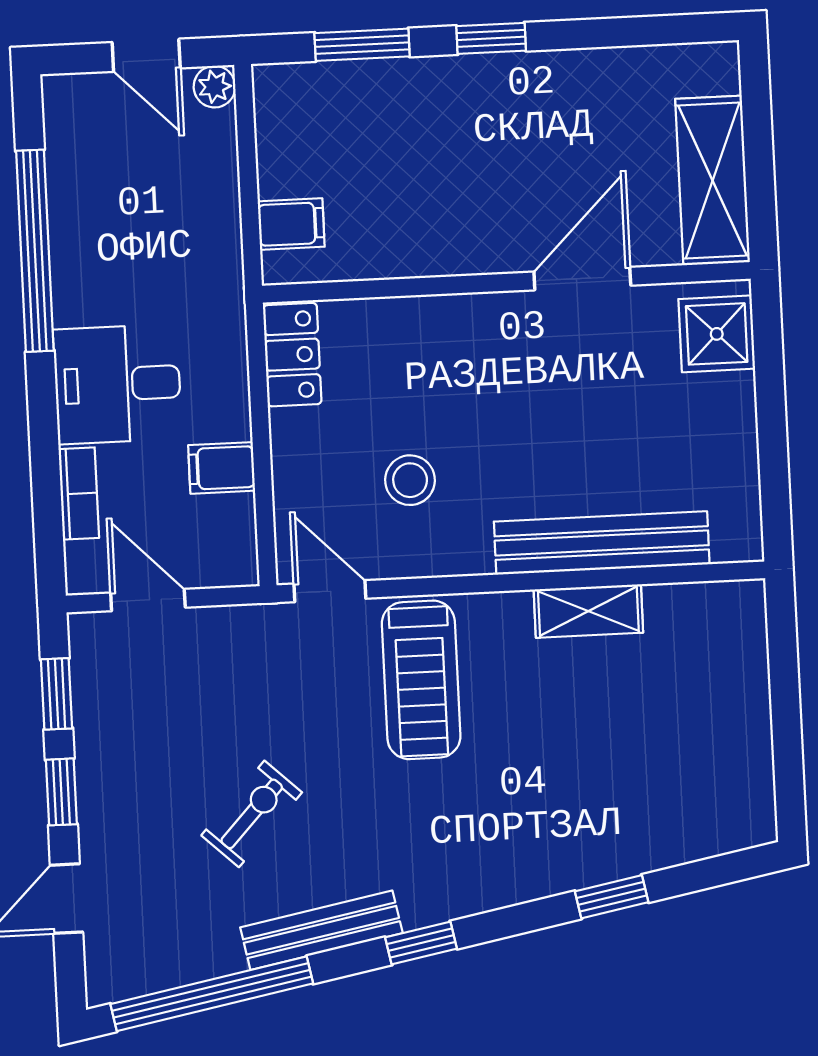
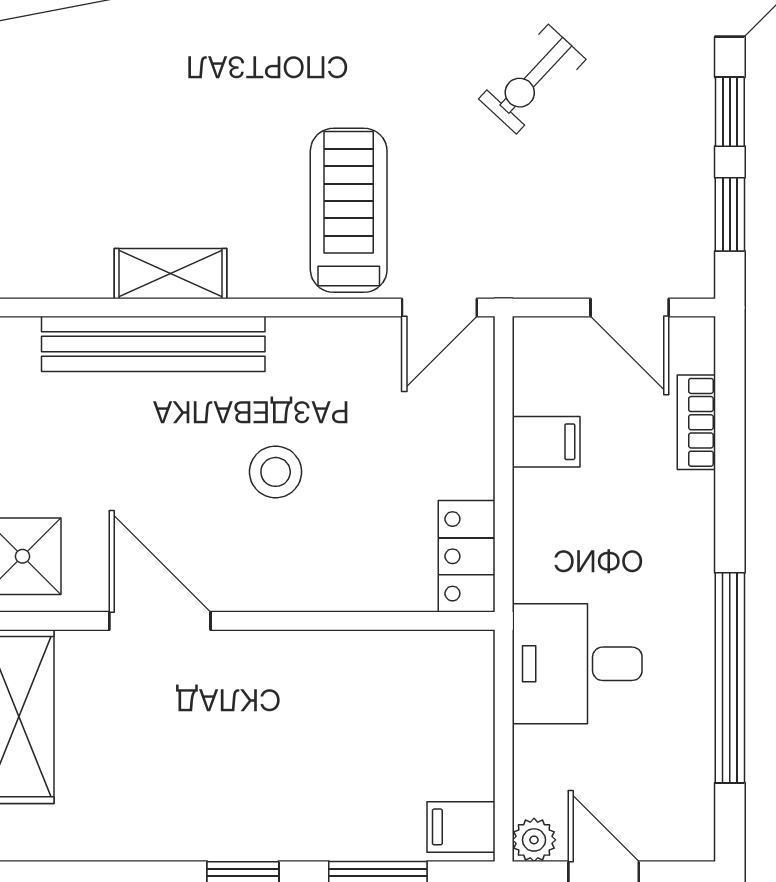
filing cabinet: (291, 224) -> (461, 827), moved
door: (582, 279) -> (160, 621), swing flipped
desk: (117, 384) -> (577, 664), moved, turned 180
stool: (410, 480) -> (276, 472), moved
door: (330, 591) -> (439, 308), hinge flipped

